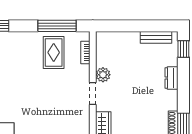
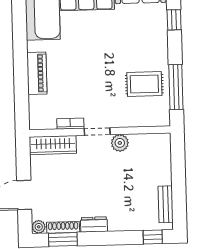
bookcase: (85, 53) -> (70, 124), moved
dresser: (171, 78) -> (94, 225), moved

